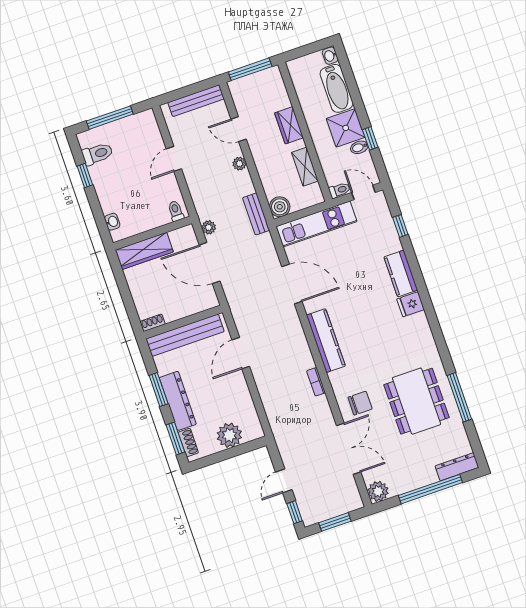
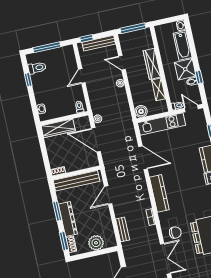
window: (175, 95) -> (87, 38), added
wardrobe: (289, 125) -> (152, 64), width x1.50
bench: (256, 214) -> (123, 229), moved

